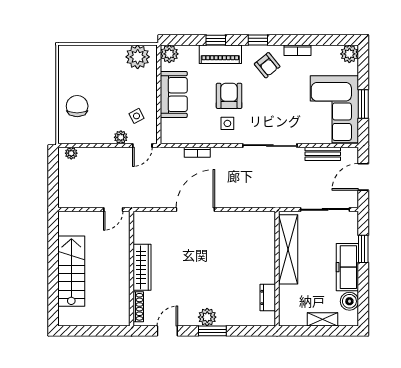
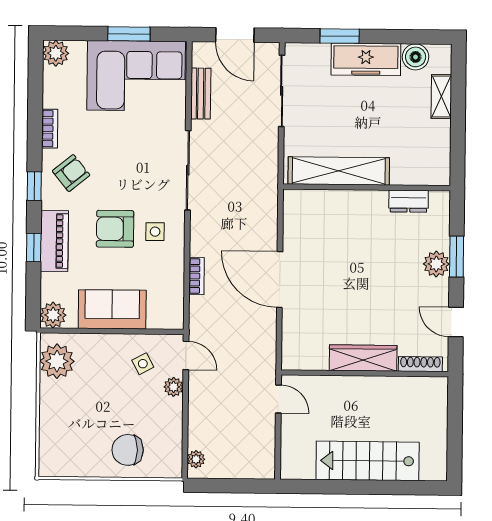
shelving: (288, 249) -> (339, 171), moved
wall: (277, 269) -> (367, 187), moved
dresser: (268, 297) -> (409, 201), moved

